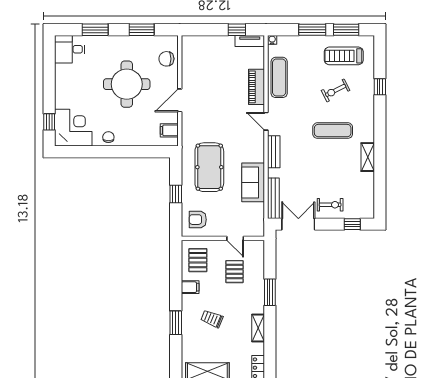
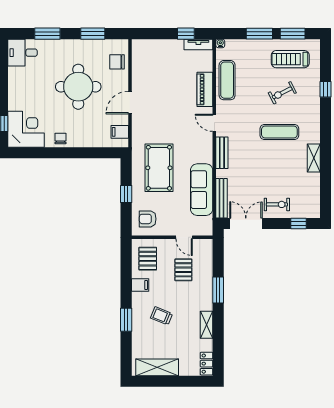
sofa: (253, 182) -> (202, 190), width x1.36

